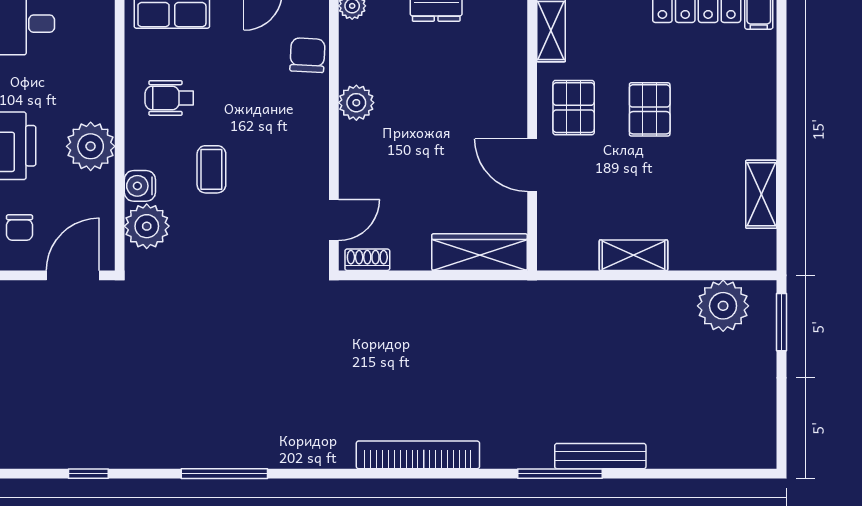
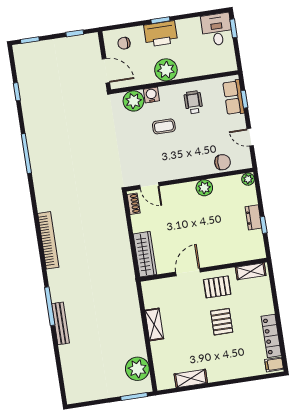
pallet: (650, 109) -> (222, 322), turned 90

